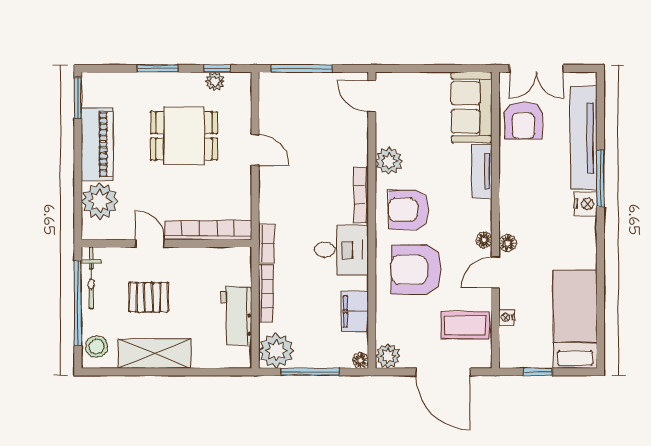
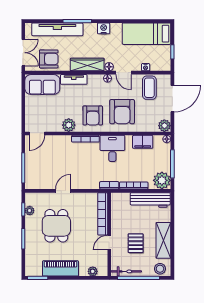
wardrobe: (512, 199) -> (87, 65), added
plant: (100, 201) -> (93, 271), width x0.53, depth x0.53
nightstand: (586, 204) -> (104, 28), moved
workbench: (236, 316) -> (150, 200), width x1.38

